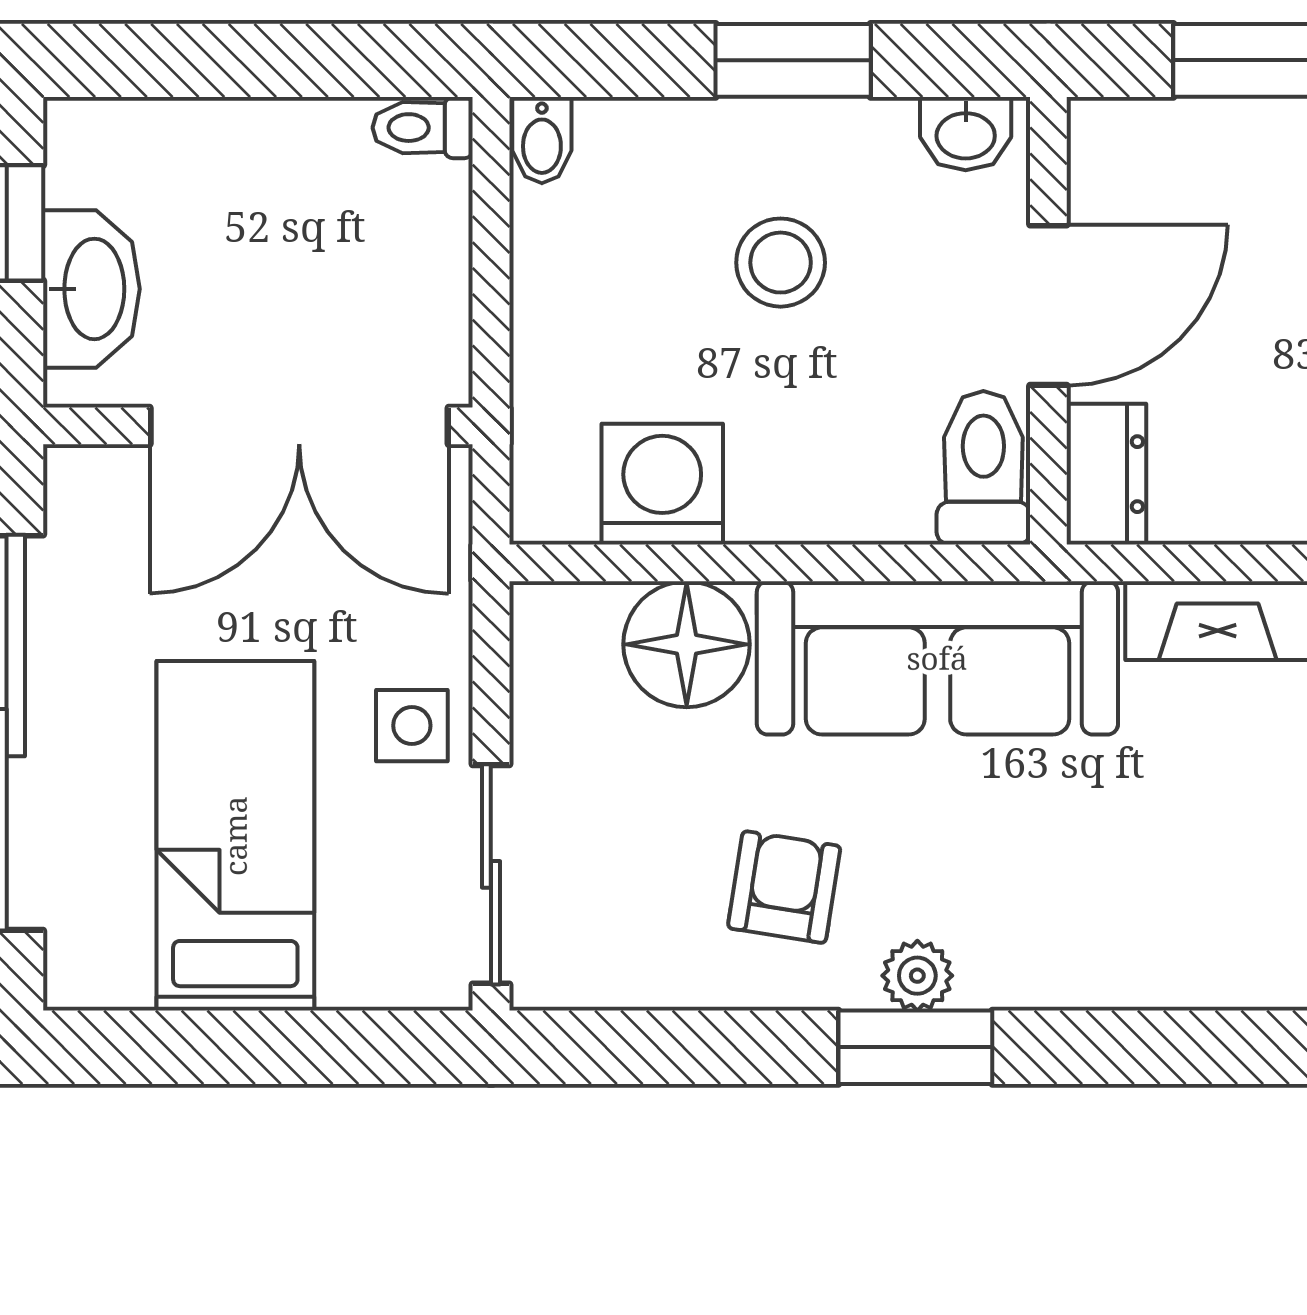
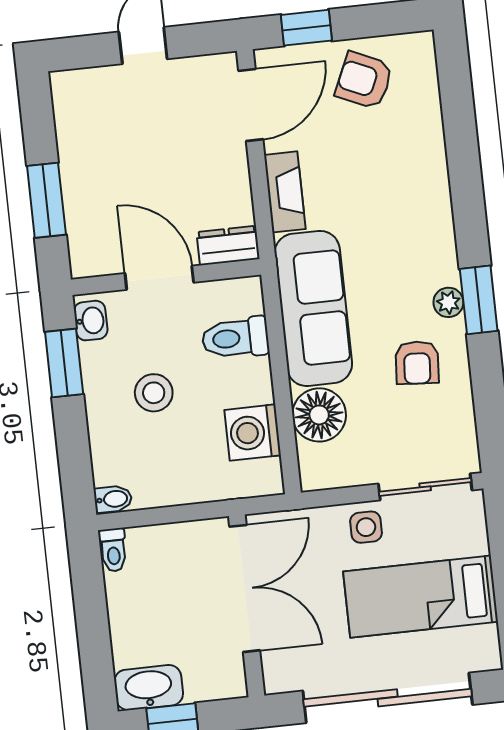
window: (793, 60) -> (64, 363), moved
washbasin: (91, 289) -> (149, 688), moved
toilet: (983, 468) -> (235, 338), moved
armchair: (784, 887) -> (417, 363), turned -95

